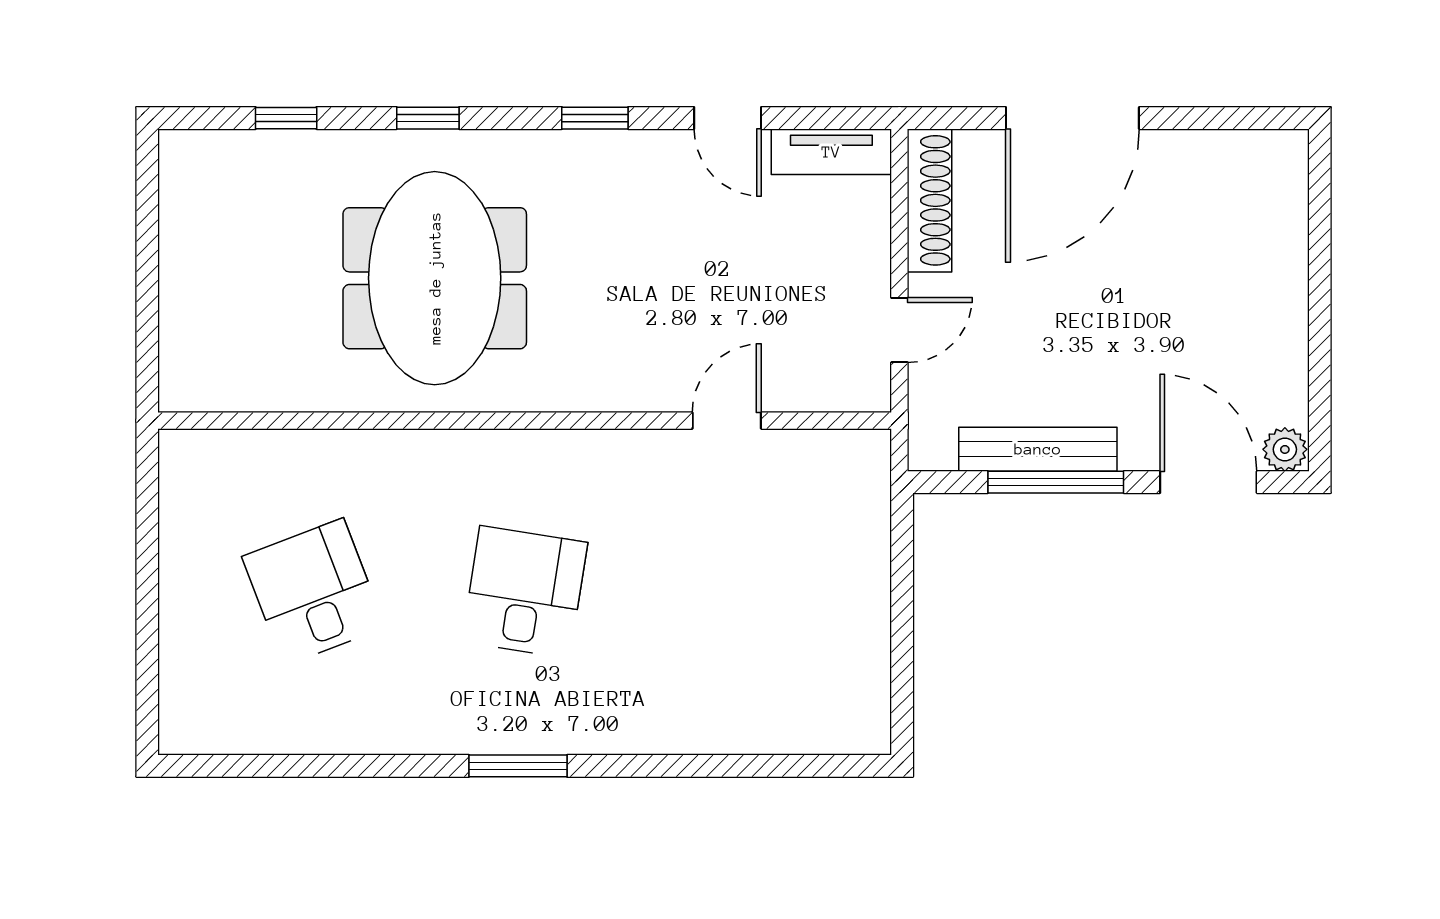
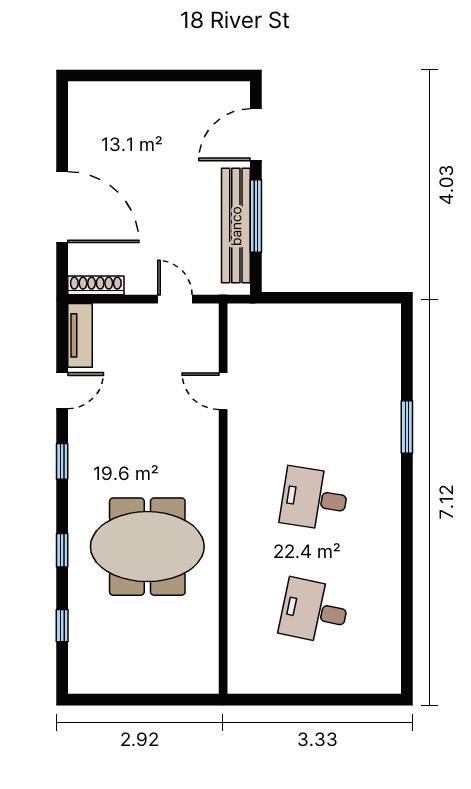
shoe rack: (930, 200) -> (96, 285), width x0.74, depth x0.81
bench: (1038, 449) -> (236, 226), width x1.37, depth x1.21
plant: (1285, 449) -> (239, 94), removed
desk: (313, 592) -> (314, 611), turned 33
window: (518, 766) -> (407, 427), moved

